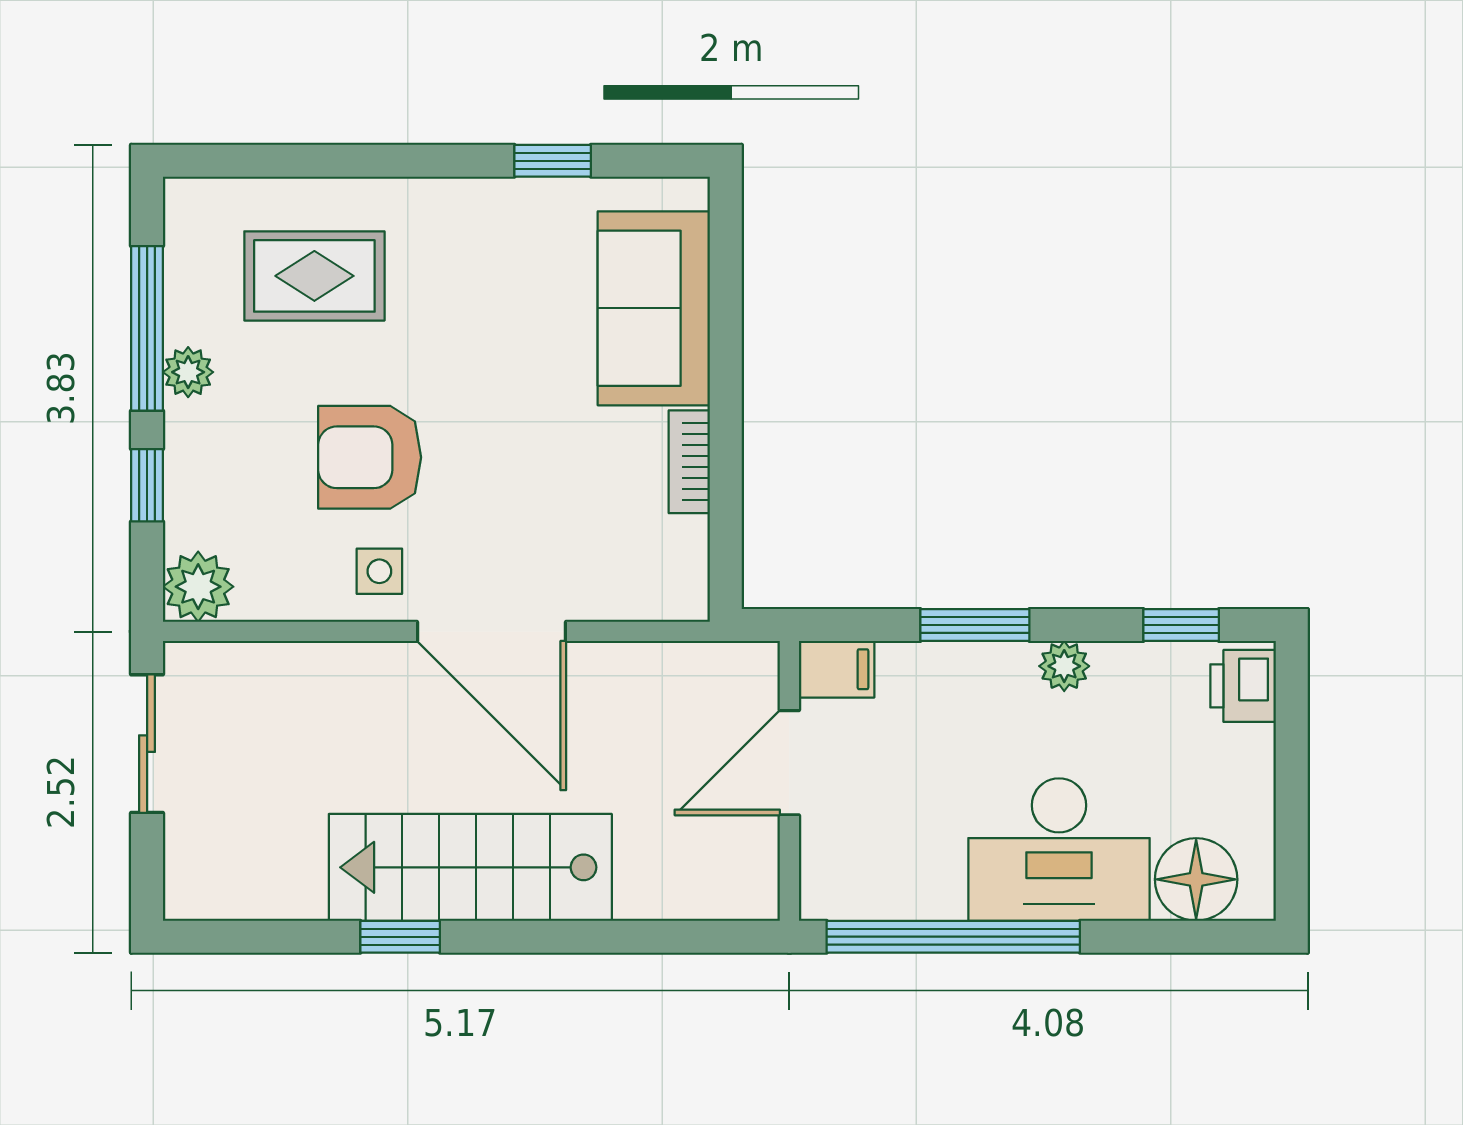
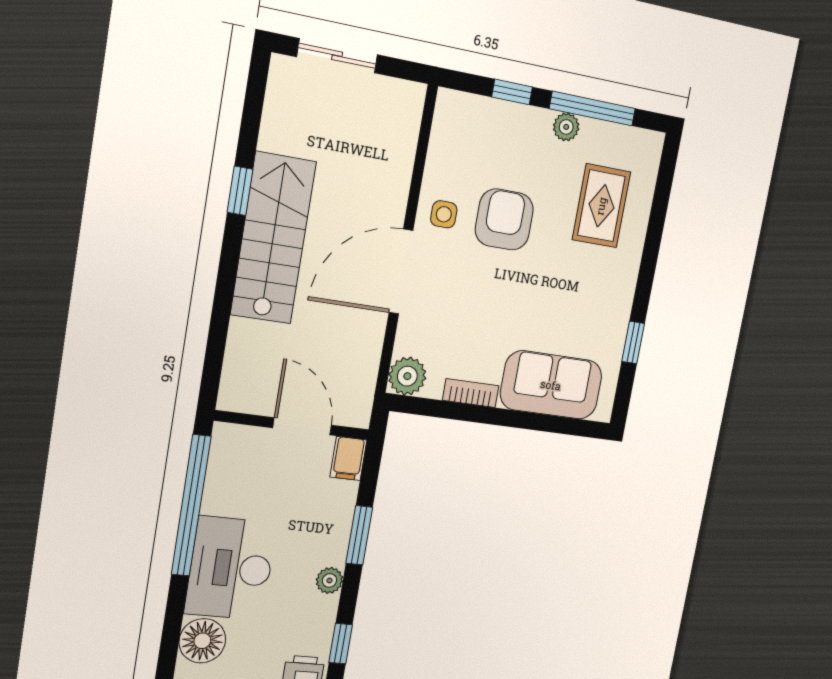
plant: (198, 587) -> (407, 376), moved
sliding door: (147, 744) -> (337, 56), moved

